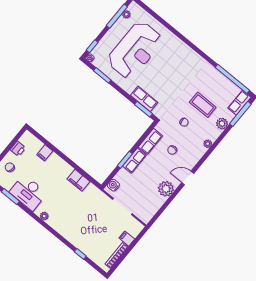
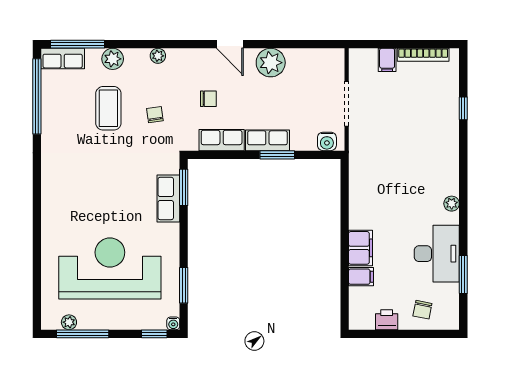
filing cabinet: (79, 180) -> (361, 248), moved

